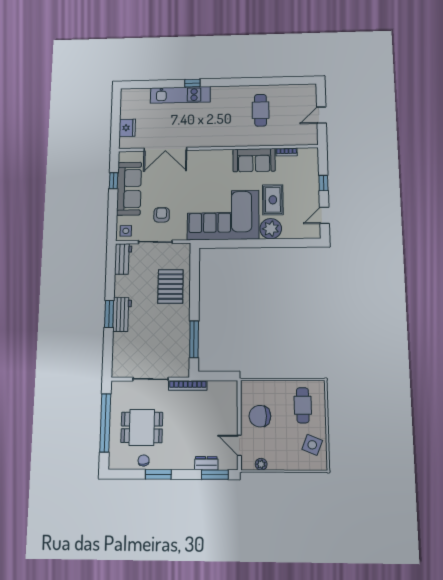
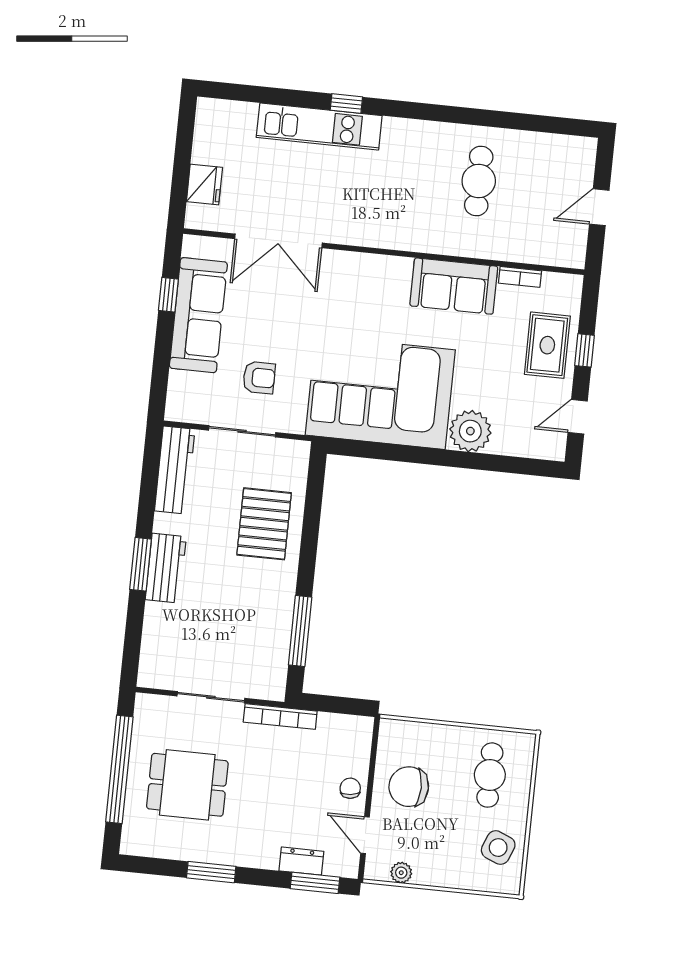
rug: (273, 200) -> (547, 345), moved
armchair: (162, 215) -> (259, 378), turned 90
side table: (126, 231) -> (185, 402), removed
workbench: (123, 259) -> (175, 470), width x1.38
chair: (144, 460) -> (350, 788), moved

